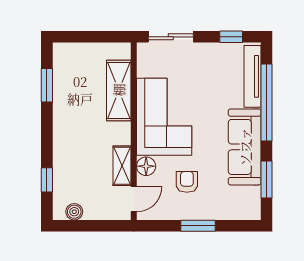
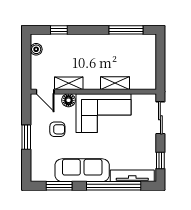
window: (47, 85) -> (126, 30), width x1.44
shelving: (119, 90) -> (115, 83), width x0.67, depth x0.75

